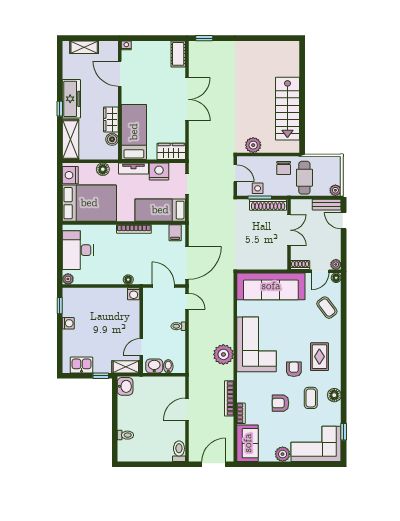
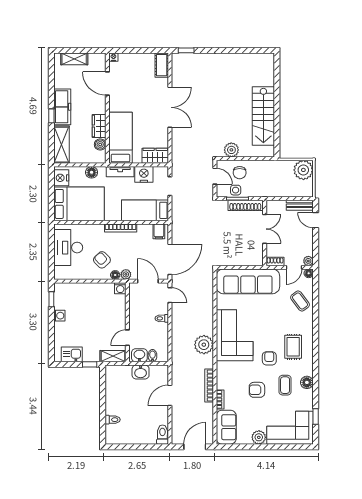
chair: (284, 168) -> (240, 173), moved
cafe table: (304, 178) -> (279, 180), removed
plant: (335, 190) -> (303, 170), moved, width x1.87, depth x1.87
armchair: (114, 263) -> (102, 260), added
plant: (68, 279) -> (126, 274), moved
washbasin: (125, 386) -> (141, 372), moved, turned 90

